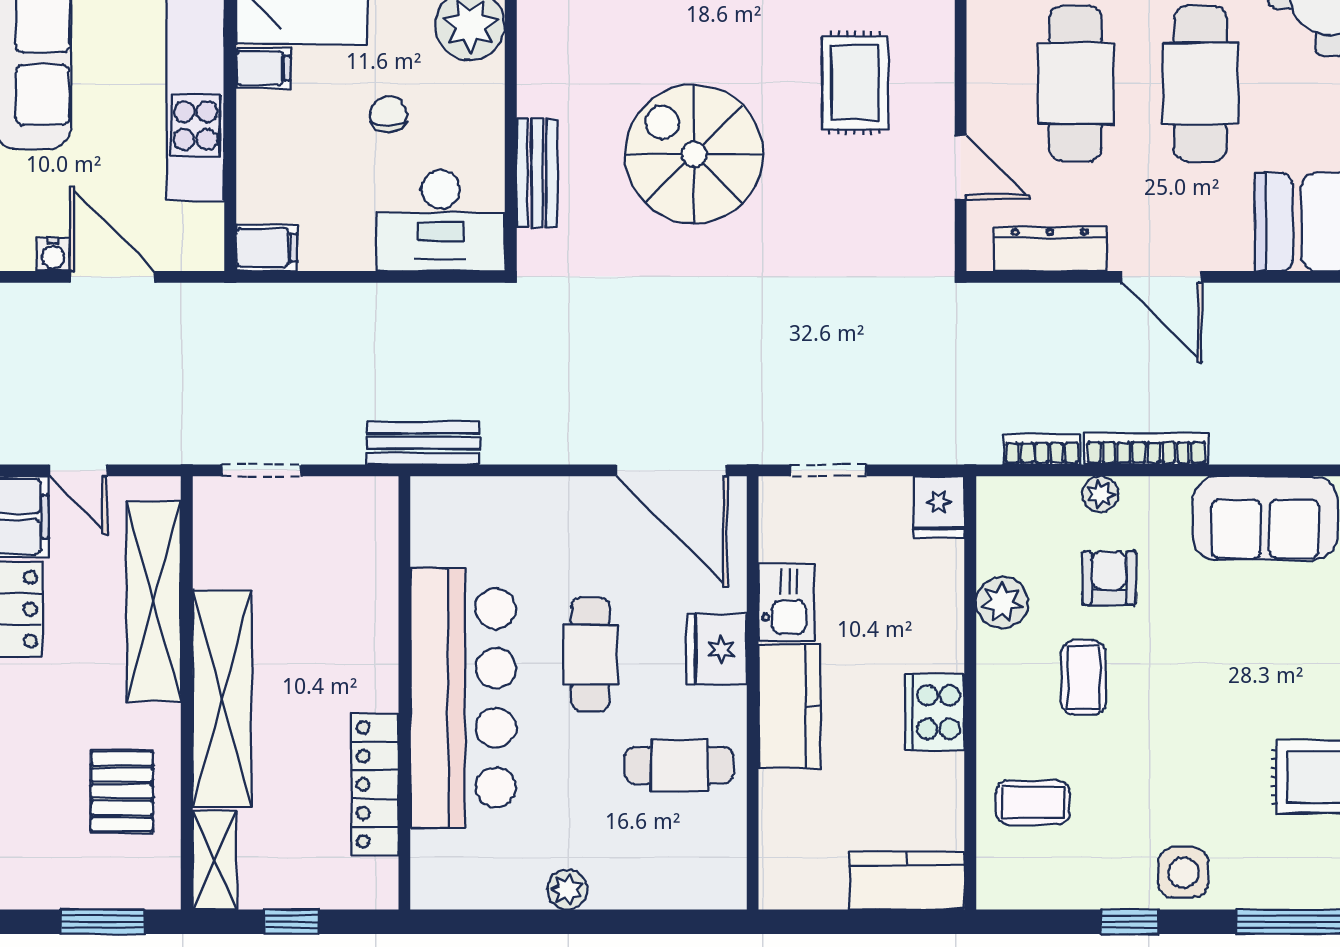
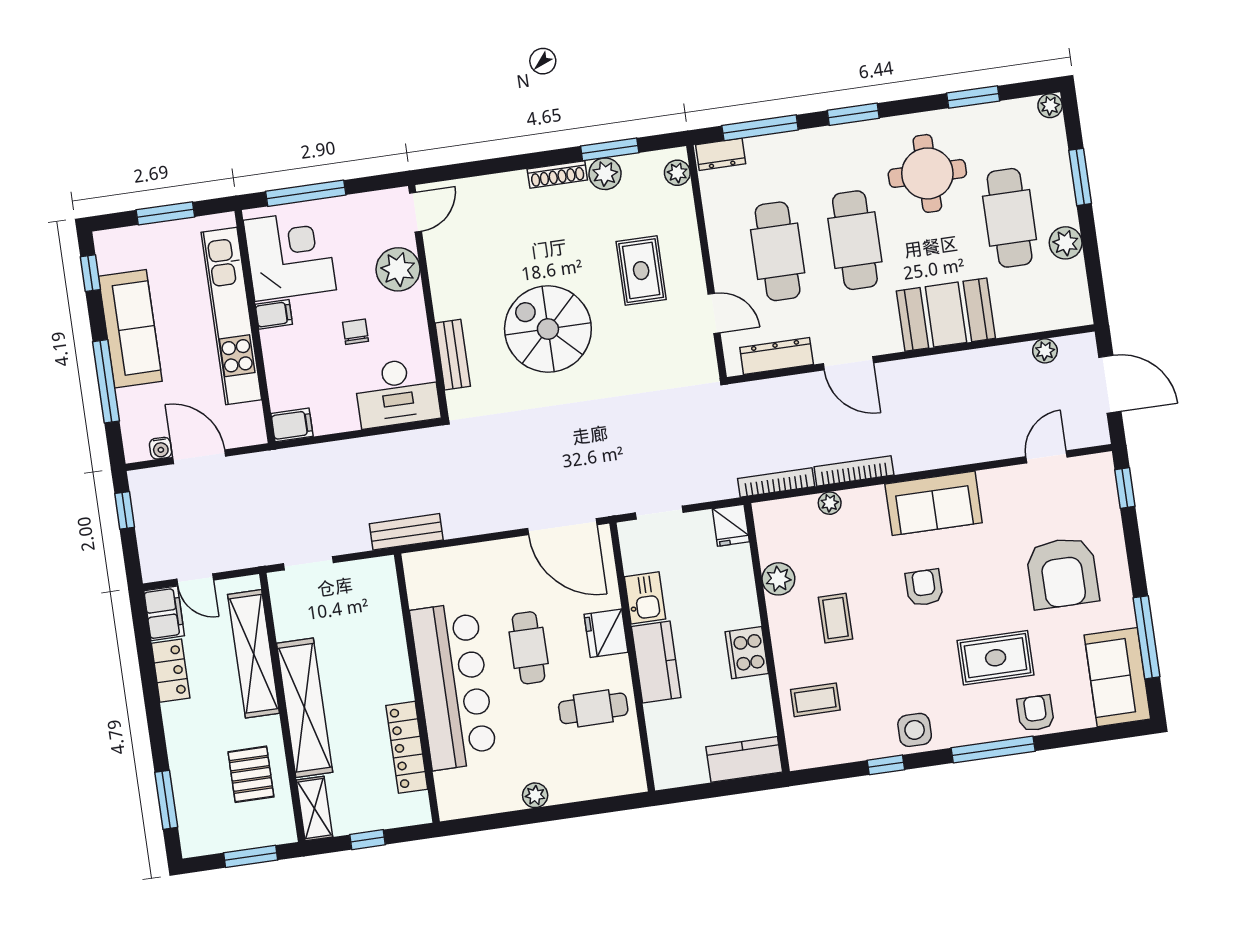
bookcase: (1042, 449) -> (776, 482), width x1.56
armchair: (1109, 578) -> (924, 588), moved

